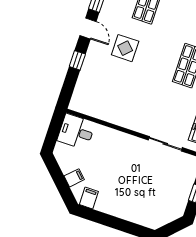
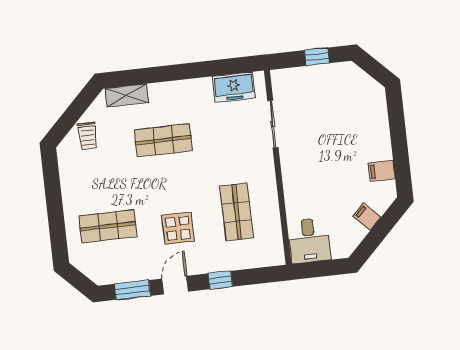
shop shelf: (118, 92) -> (237, 212), added
filing cabinet: (89, 198) -> (382, 171), moved

